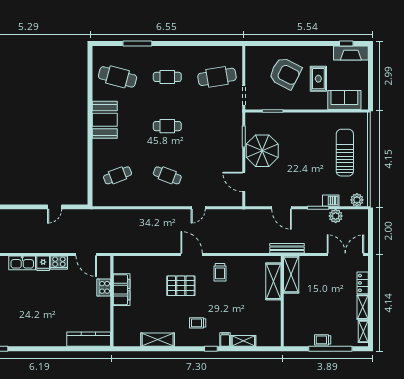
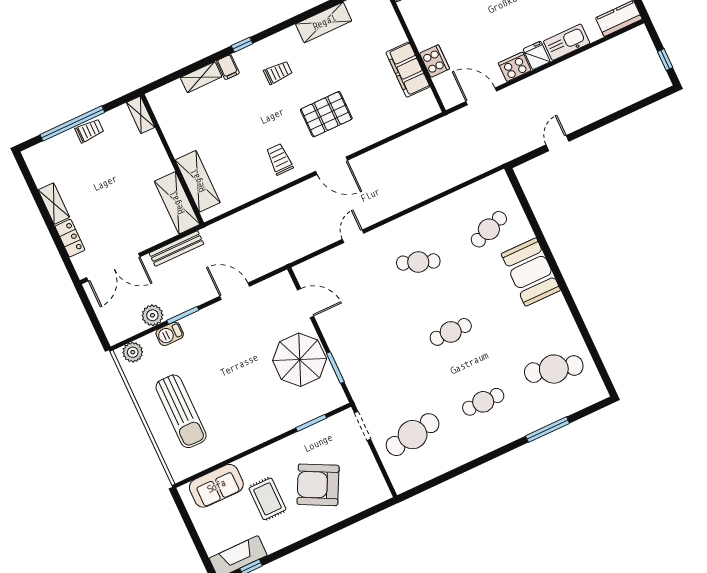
booth: (105, 120) -> (531, 272), moved
bench: (287, 248) -> (176, 248), moved
shelving: (363, 331) -> (141, 115), moved

